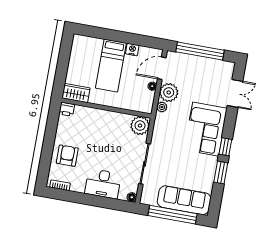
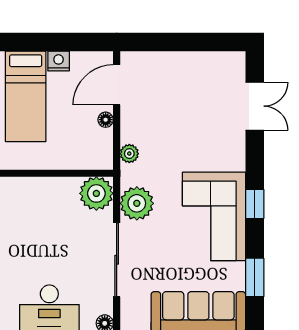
window: (200, 51) -> (179, 42), removed
plant: (169, 92) -> (137, 203), moved
corner sofa: (206, 129) -> (214, 216), moved
window: (221, 173) -> (255, 277), moved

